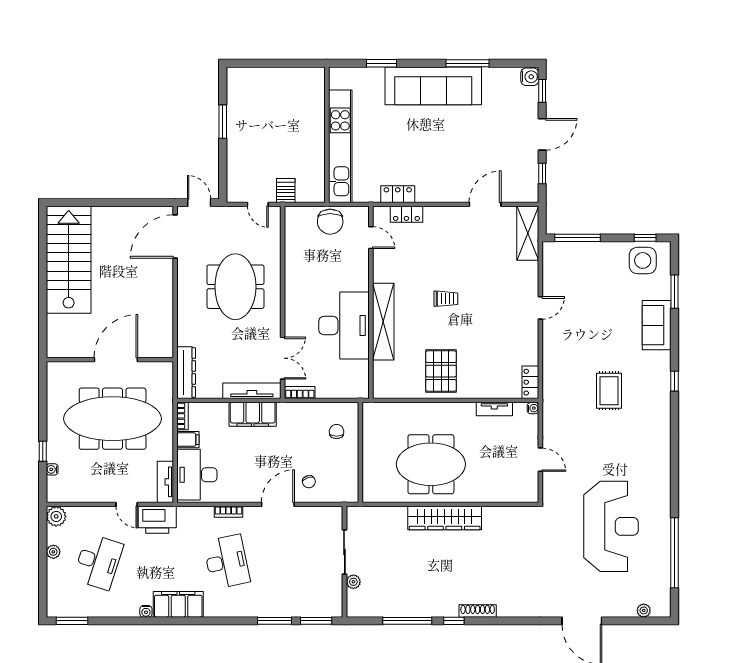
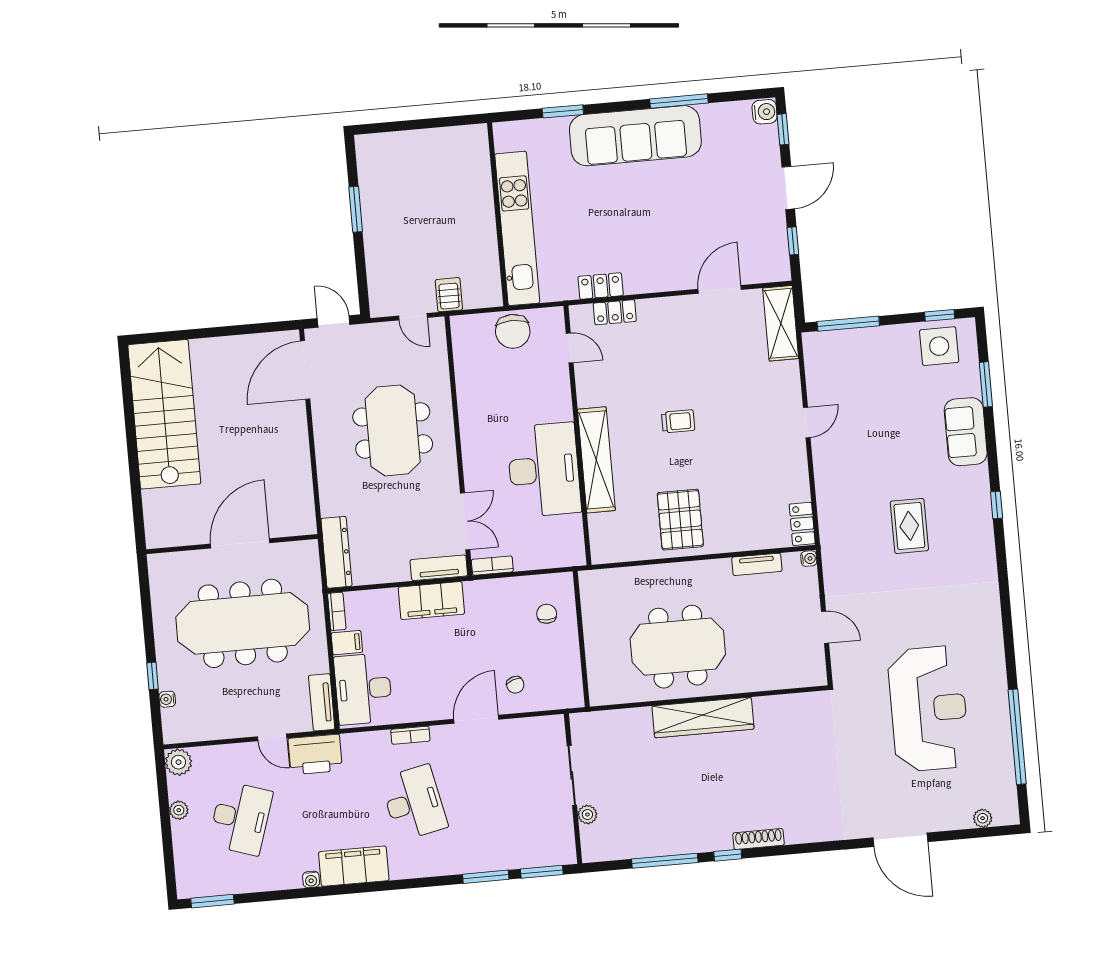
tv unit: (252, 391) -> (439, 568), width x0.71

